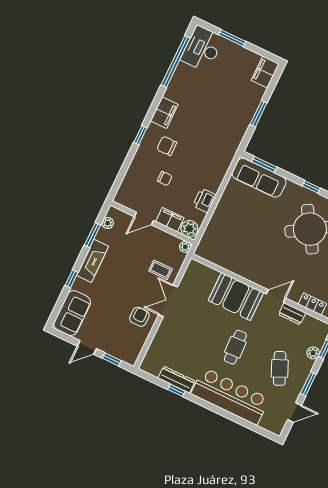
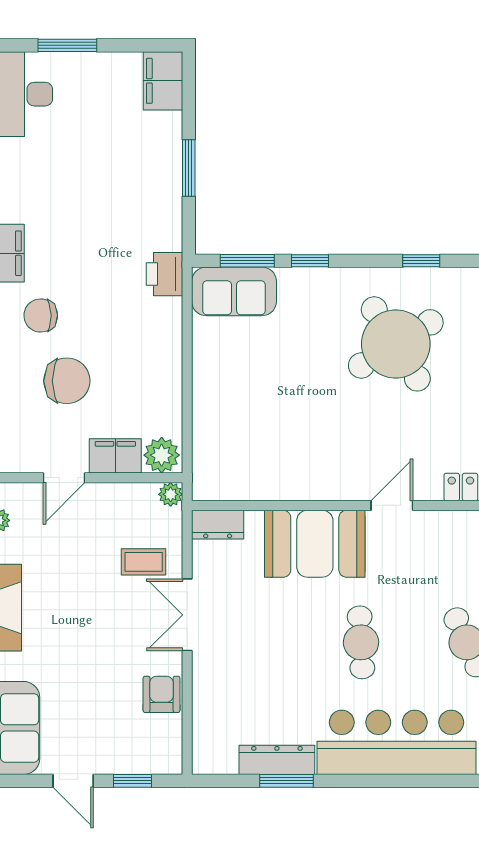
chair: (165, 178) -> (67, 381), width x1.87, depth x1.87
sofa: (259, 178) -> (234, 291), width x0.73
window: (311, 187) -> (310, 261), moved
printer: (204, 200) -> (164, 274), moved
dresser: (292, 314) -> (218, 525), moved
armchair: (139, 317) -> (162, 694), moved
door: (87, 347) -> (73, 781), hinge flipped
window: (176, 390) -> (287, 781), width x1.50

